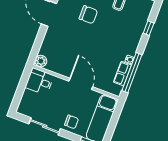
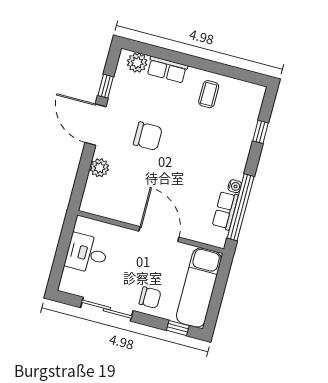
chair: (88, 15) -> (148, 136), moved
plant: (41, 61) -> (99, 168), moved
desk: (39, 81) -> (87, 254), moved

